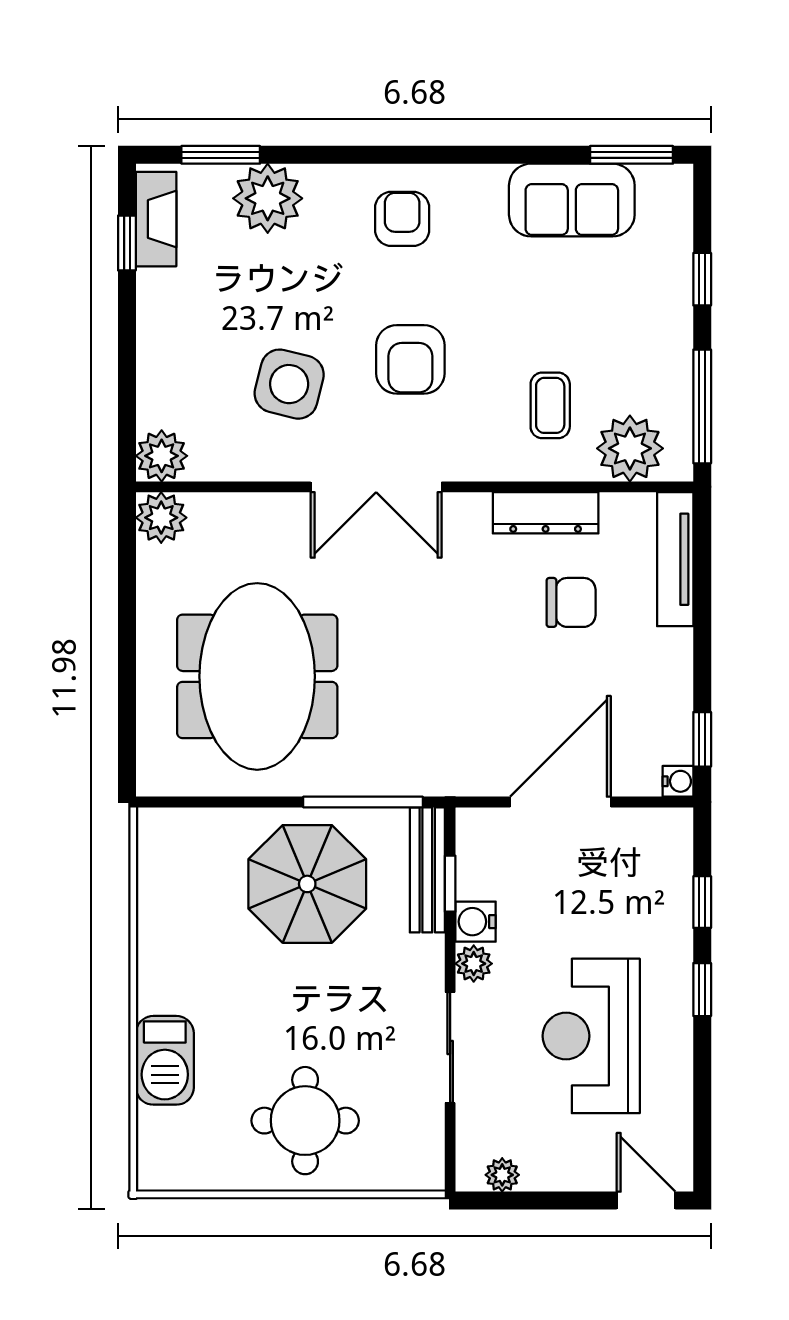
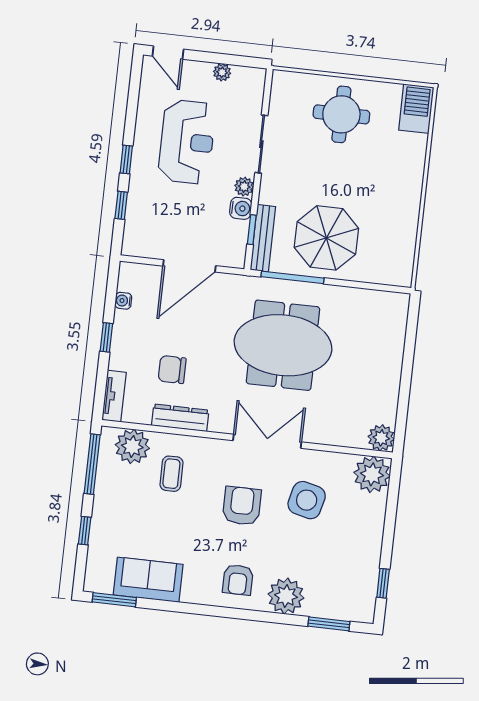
plant: (268, 198) -> (286, 596), moved
fireplace: (156, 219) -> (366, 594), removed
plant: (162, 456) -> (372, 474), width x1.36, depth x1.36
tv unit: (675, 559) -> (114, 396), width x0.71
meeting table: (257, 676) -> (283, 345), moved, turned 90
window: (702, 739) -> (106, 337), moved
water cooler: (678, 781) -> (123, 301), moved
barbecue: (165, 1060) -> (416, 109), moved
plant: (502, 1175) -> (222, 72), moved

